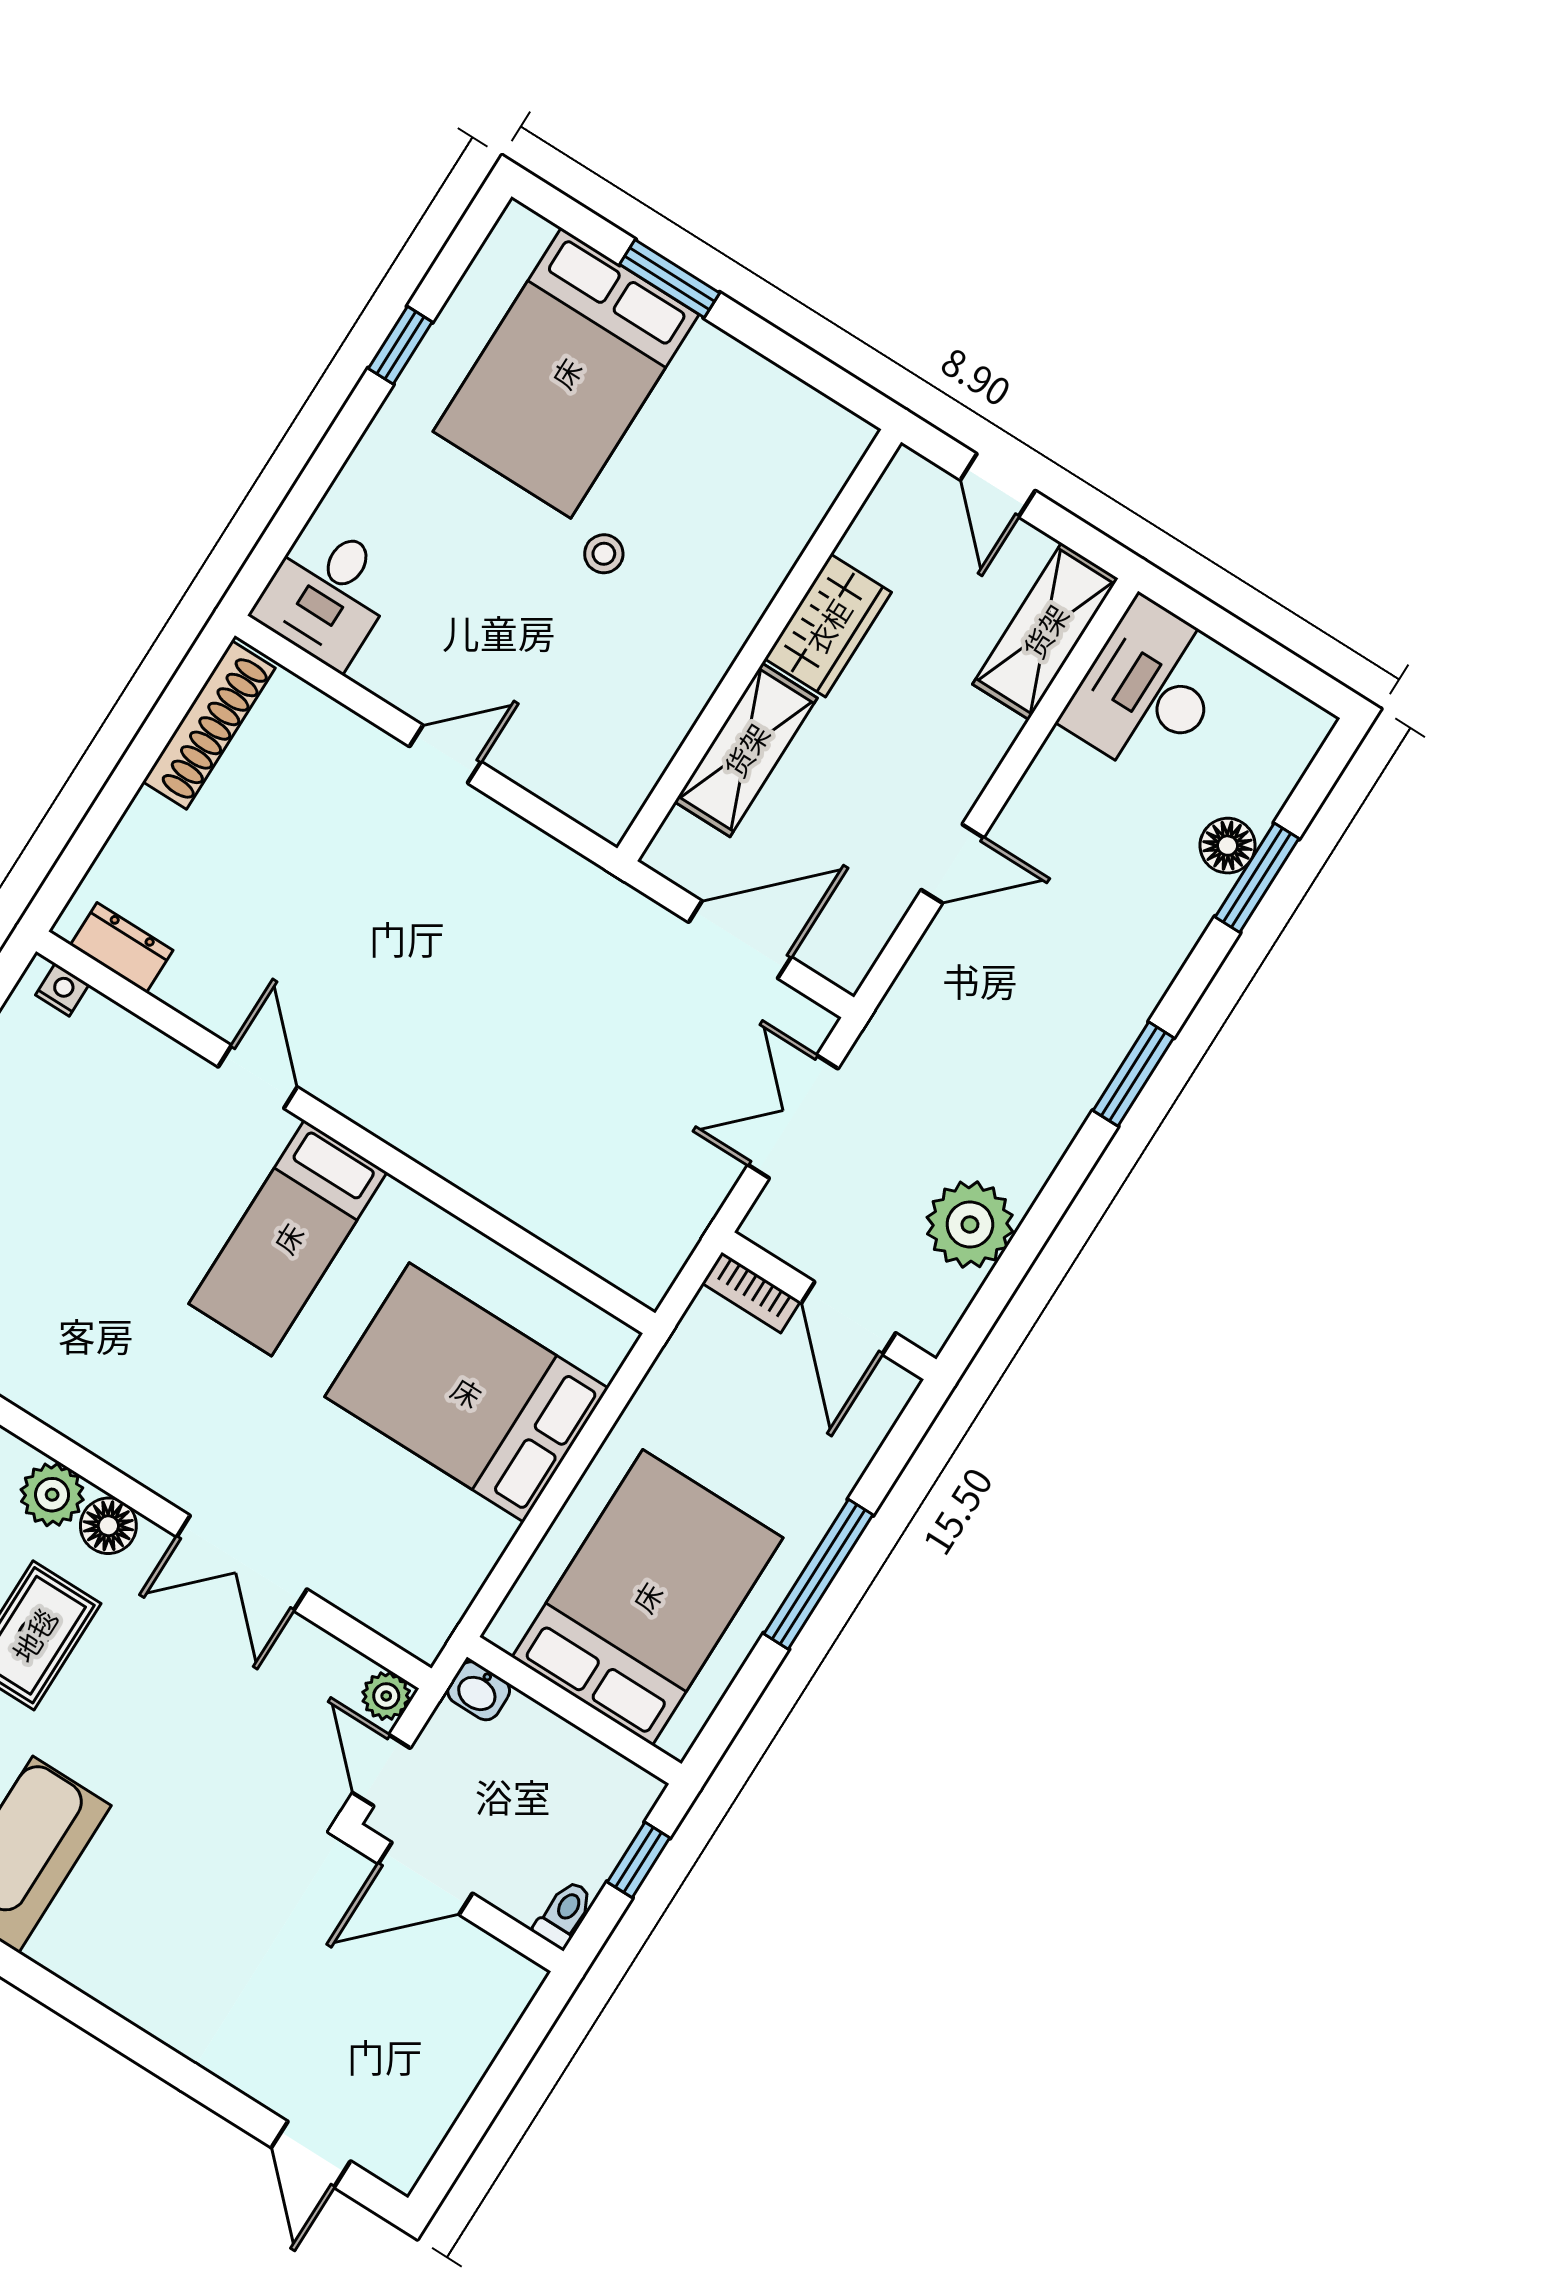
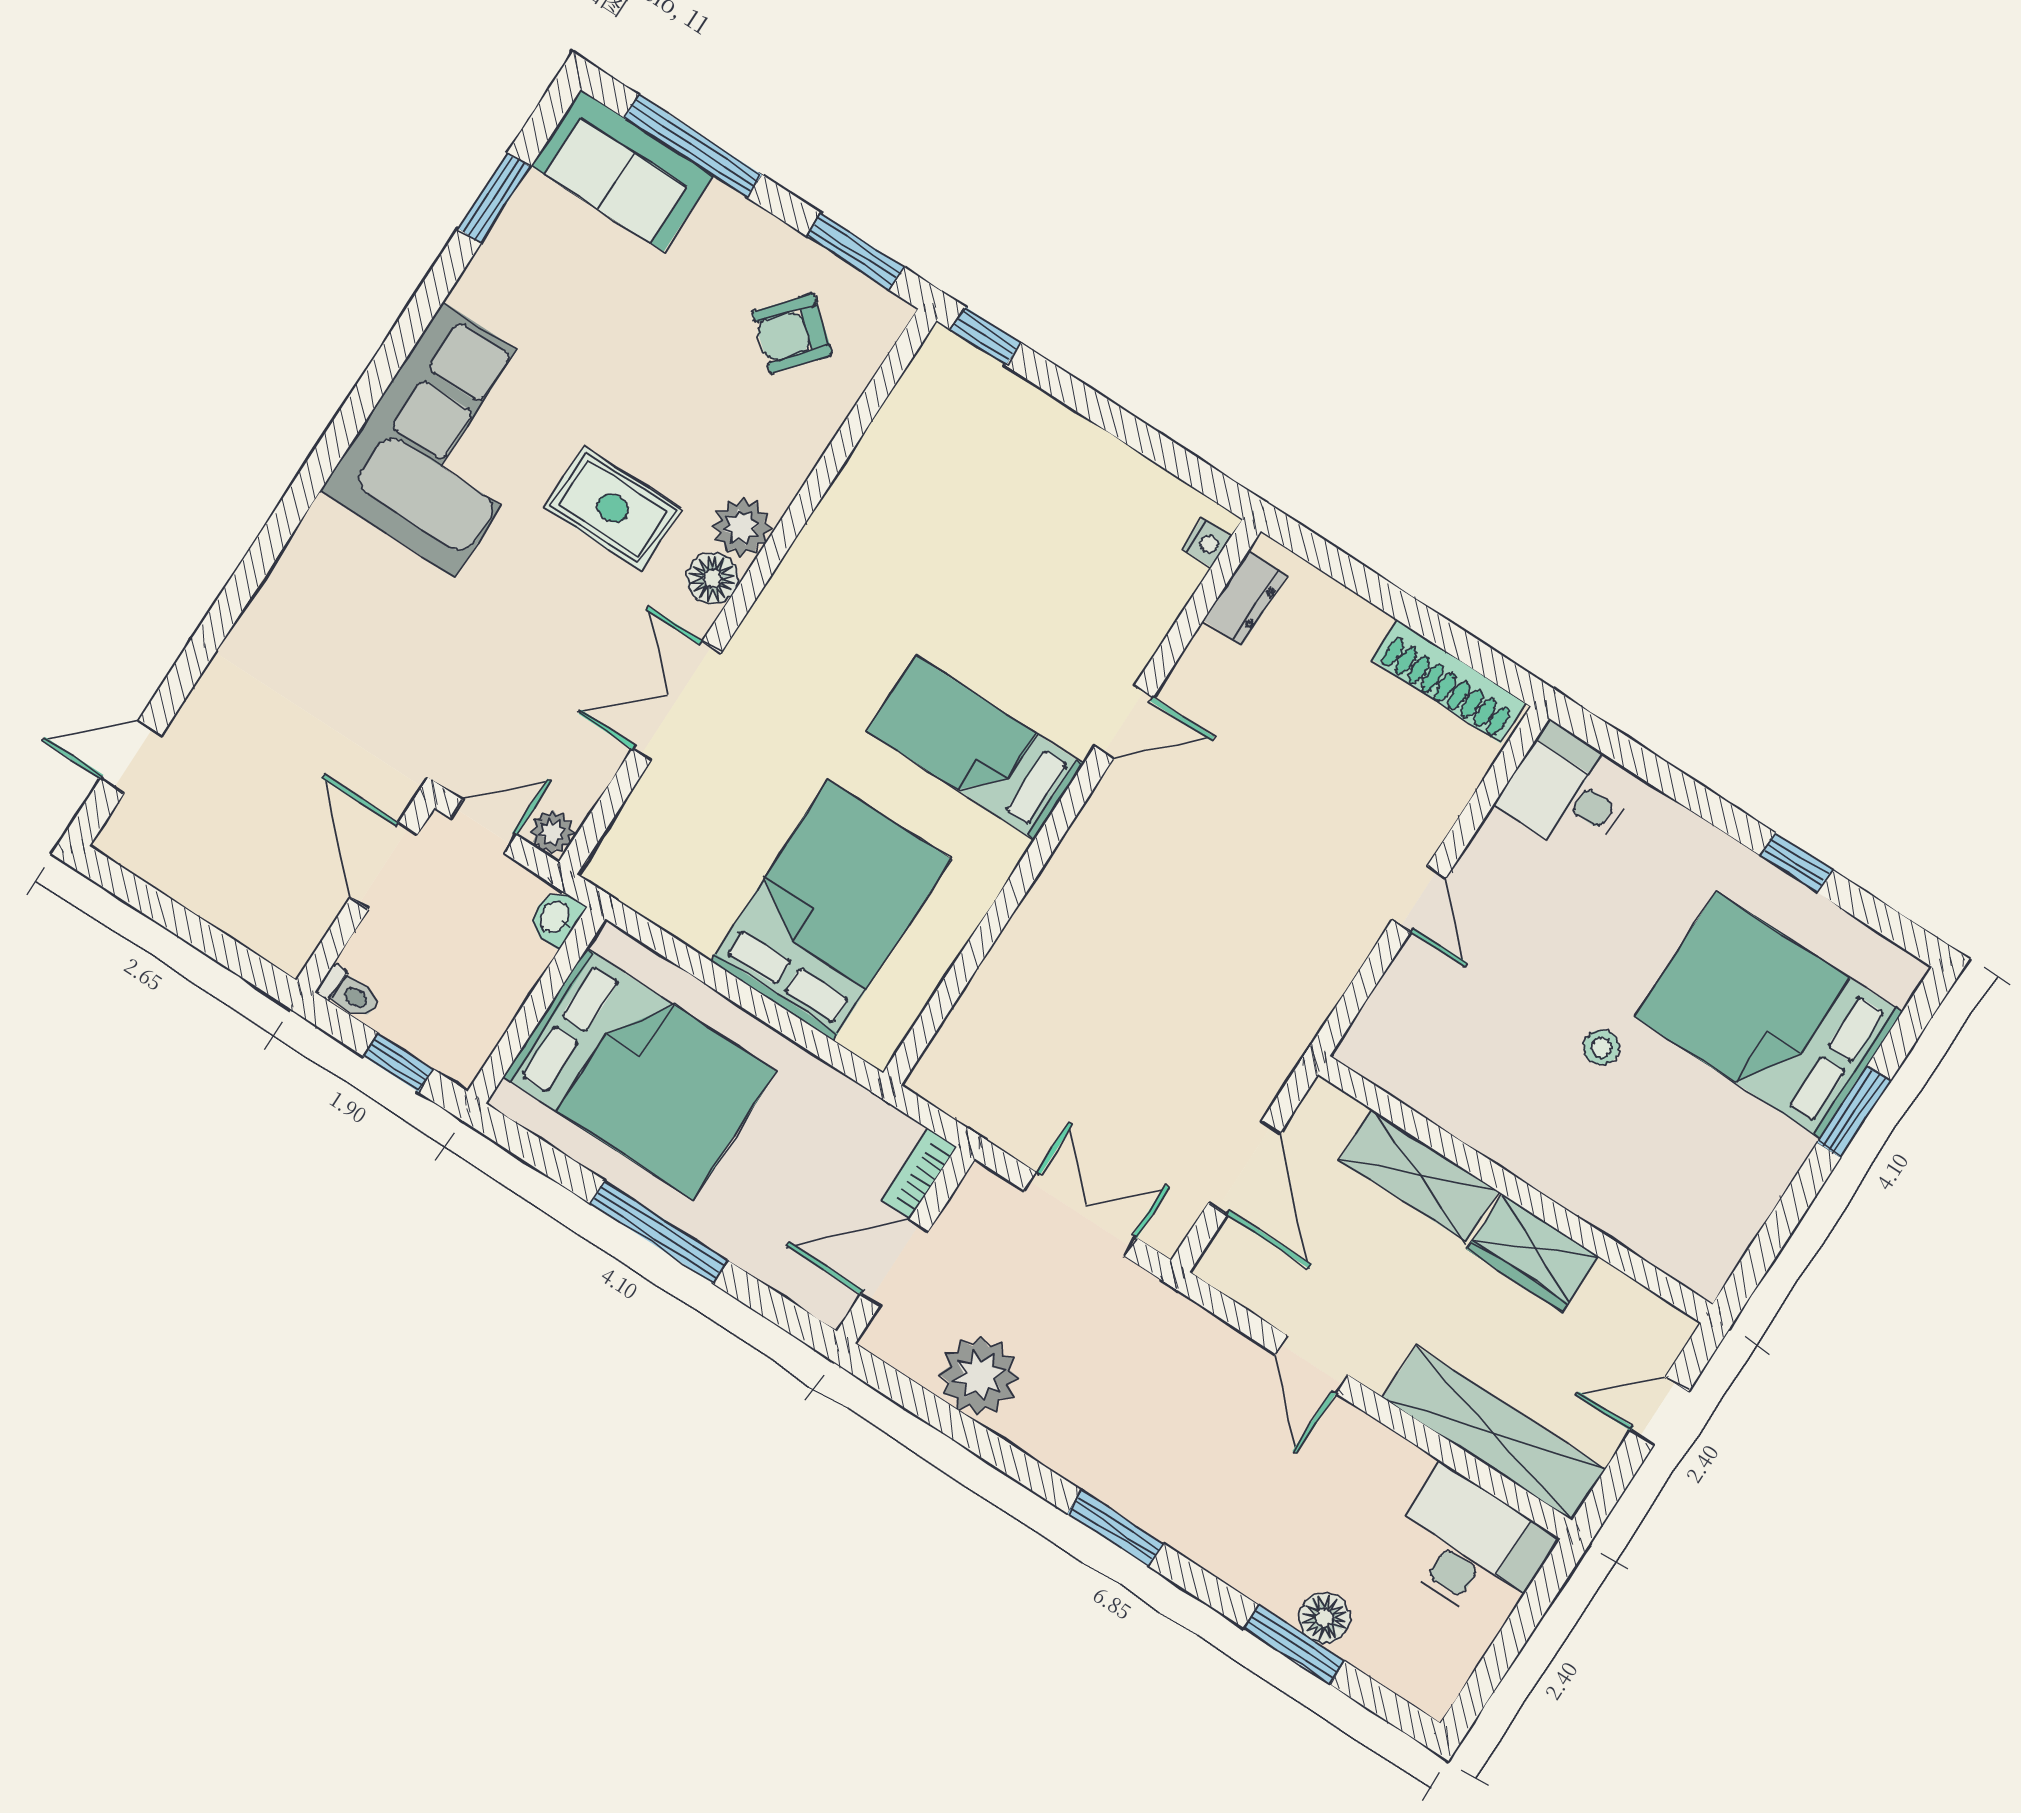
shelving: (1045, 631) -> (1494, 1433), width x1.47

